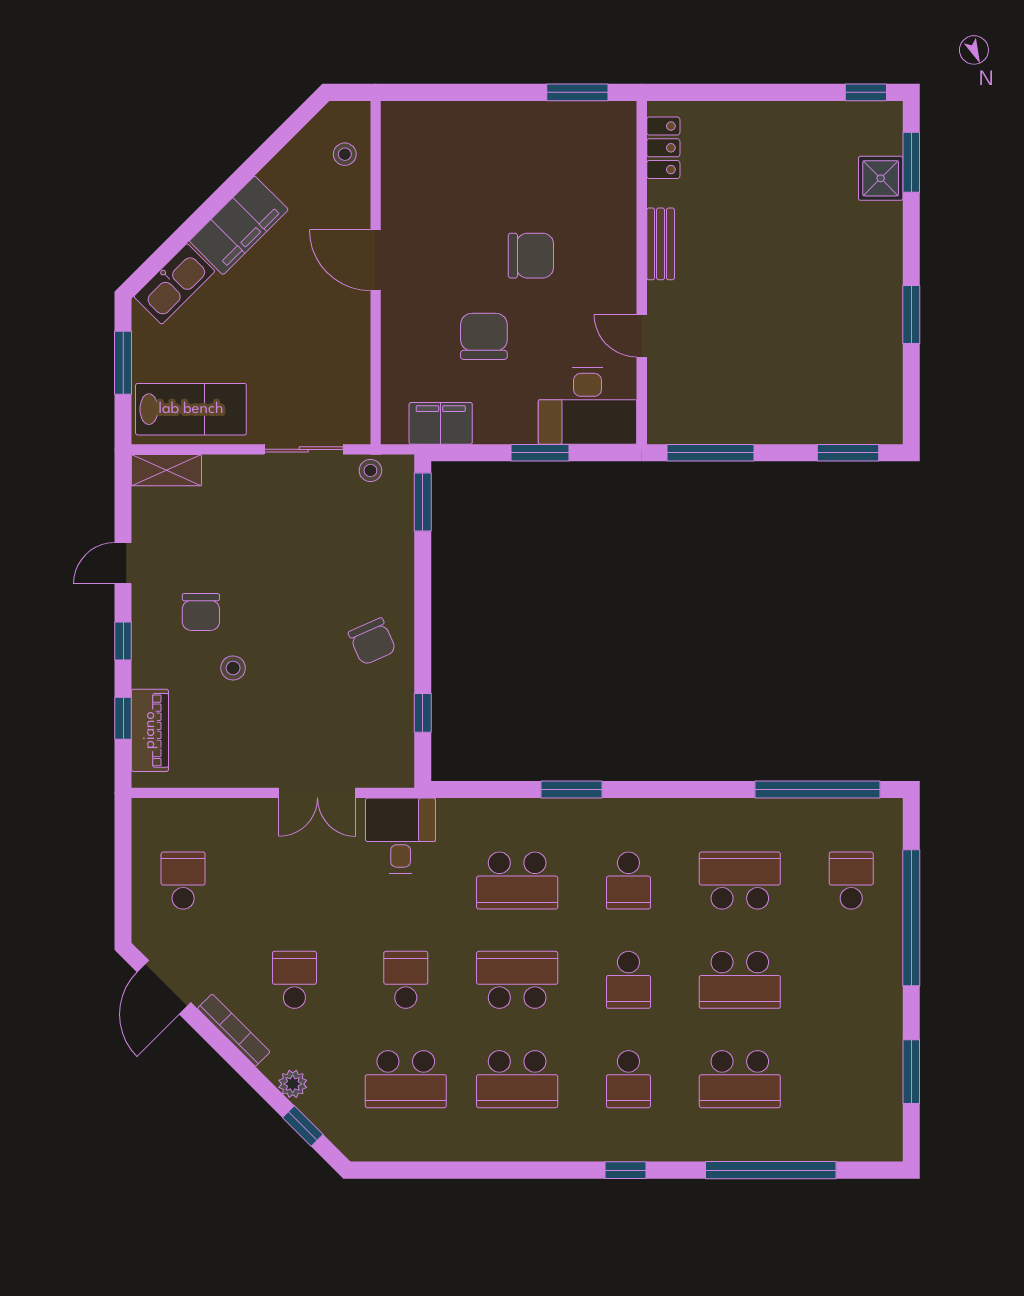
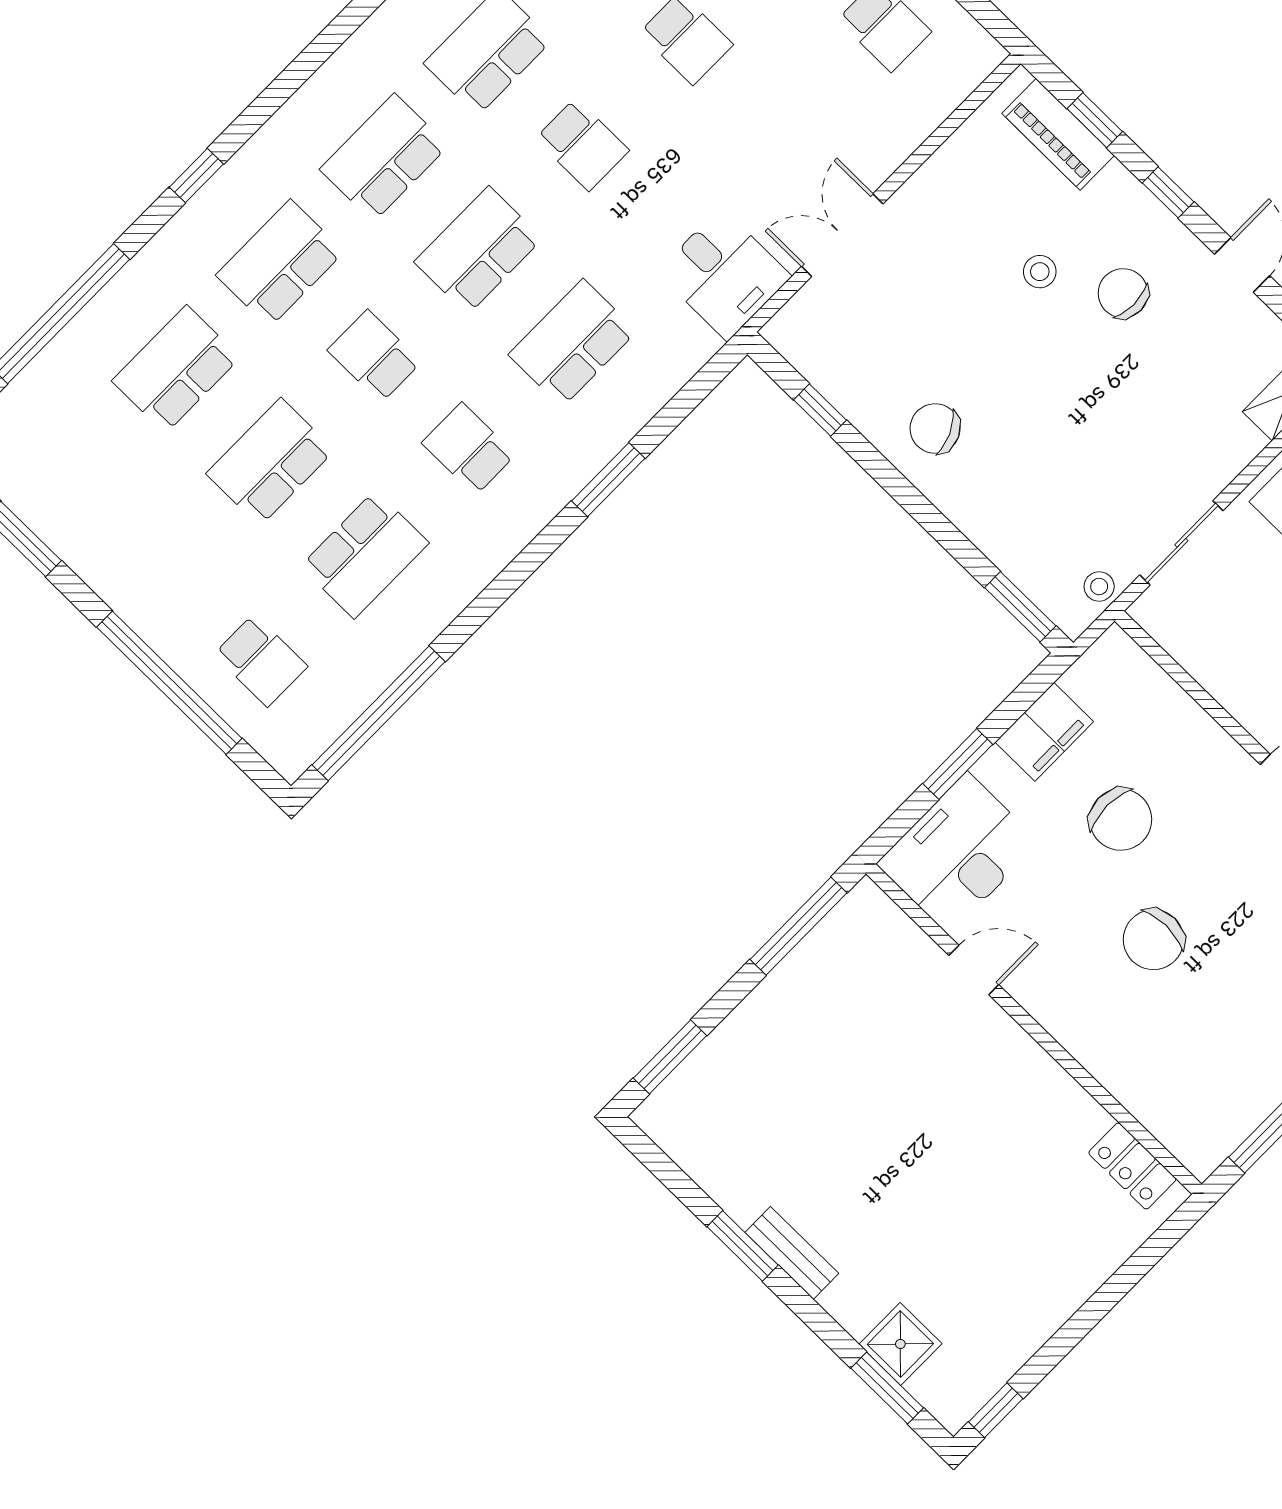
bench: (661, 244) -> (792, 1253), moved
filing cabinet: (441, 423) -> (1044, 732), moved
school desk: (517, 980) -> (478, 250), turned 180
school desk: (628, 1079) -> (280, 263), width x1.85

